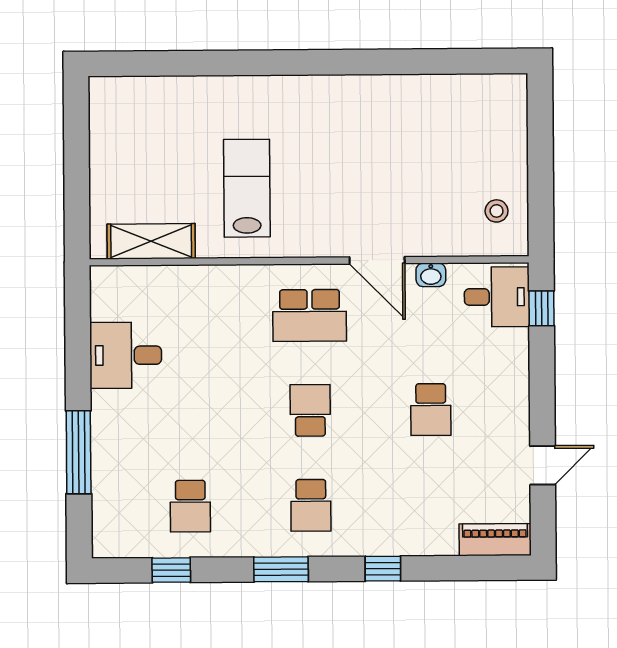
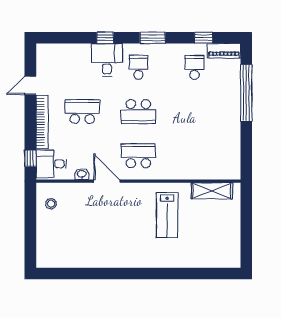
desk: (126, 355) -> (107, 60), moved, turned -90
bookcase: (517, 386) -> (42, 122), added
school desk: (310, 410) -> (138, 112), width x1.85
school desk: (431, 410) -> (82, 112), width x1.85
window: (79, 452) -> (246, 93), width x1.46
piano: (495, 540) -> (224, 51), moved

